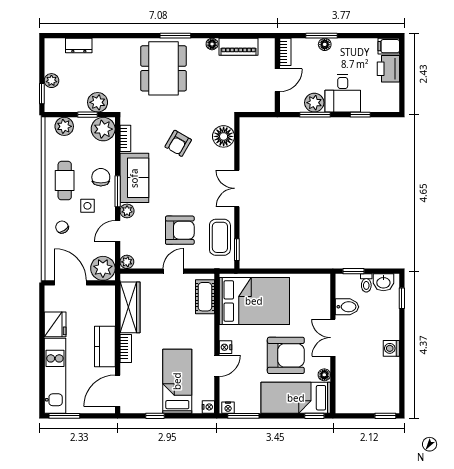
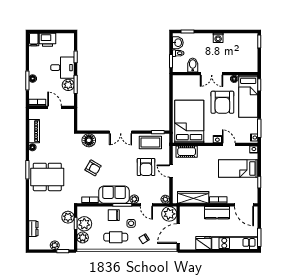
plant: (103, 129) -> (84, 224), moved
armchair: (180, 230) -> (146, 167), turned 180
armchair: (286, 355) -> (222, 102), turned 180

